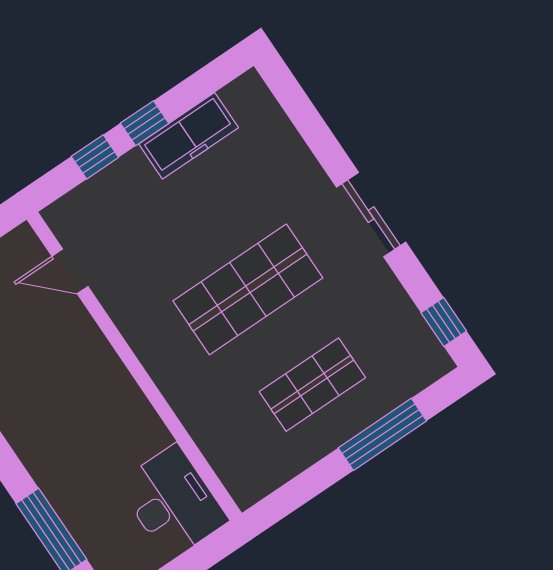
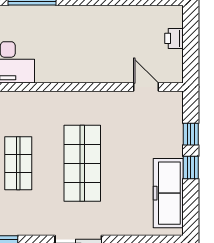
freezer: (189, 136) -> (168, 193), width x1.36, depth x1.26
door: (70, 271) -> (146, 87), hinge flipped

